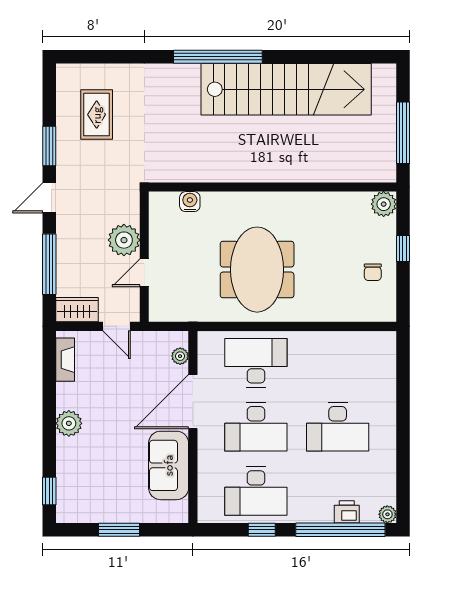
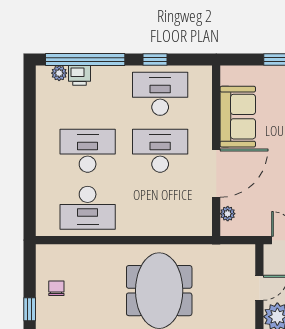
desk: (256, 363) -> (88, 208), moved
plant: (387, 514) -> (59, 73), moved

